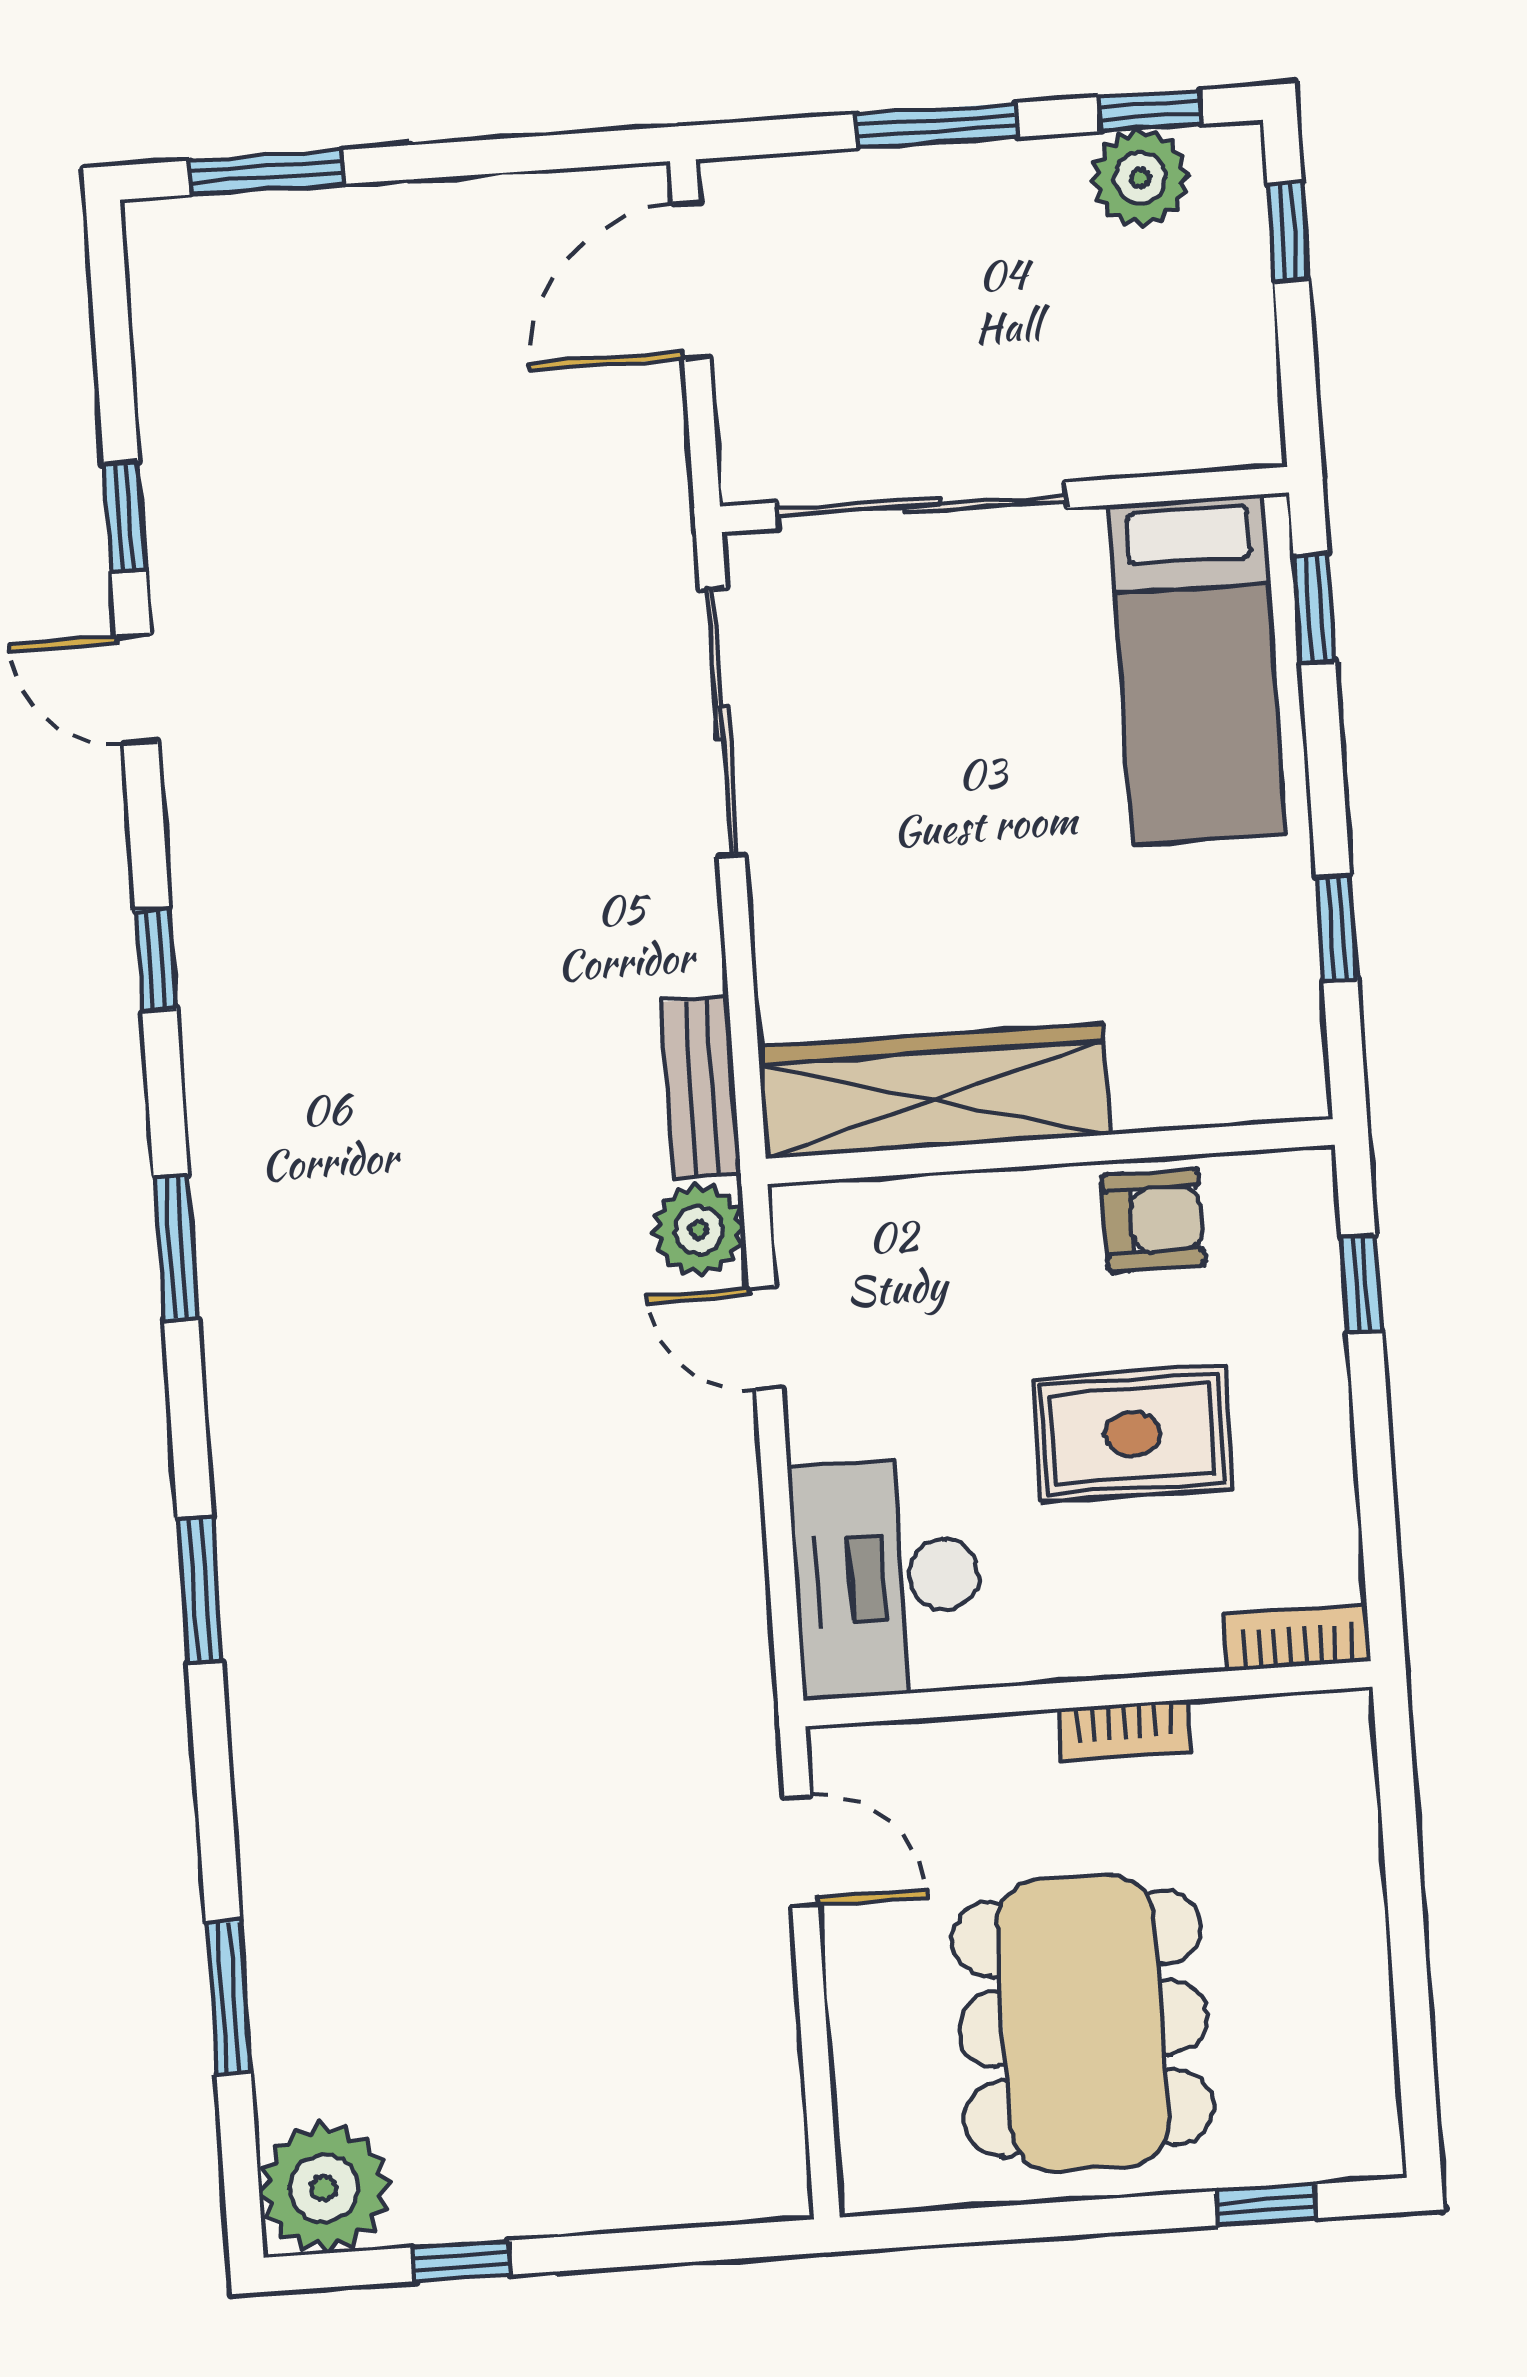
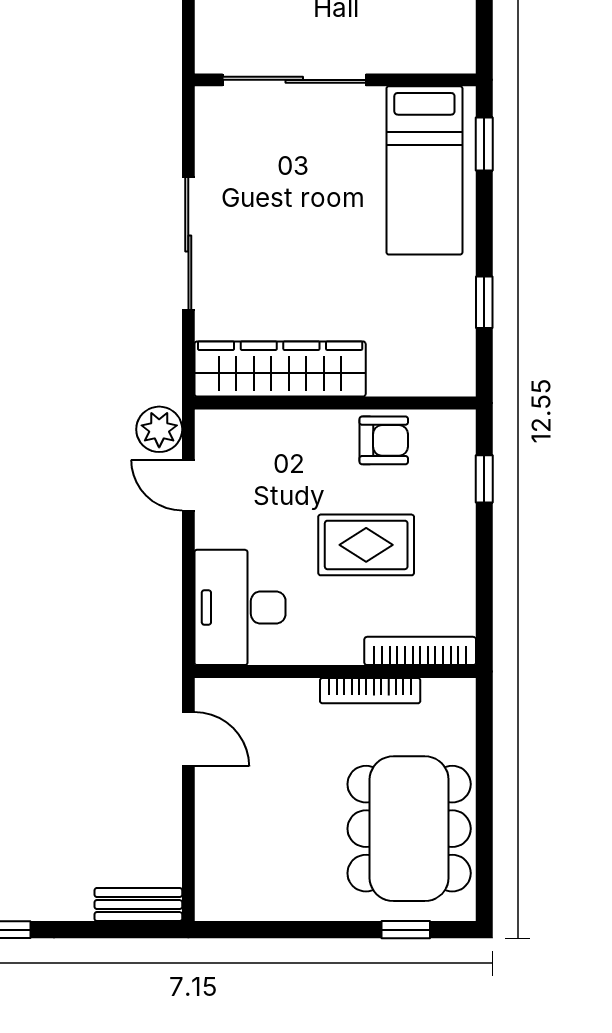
sliding door: (722, 723) -> (188, 244), moved
bench: (701, 1088) -> (138, 905), moved, turned 90
bookcase: (1297, 1637) -> (420, 651), width x1.56
bookcase: (1125, 1730) -> (370, 691), width x1.56
dining table: (1083, 2023) -> (409, 829), moved

